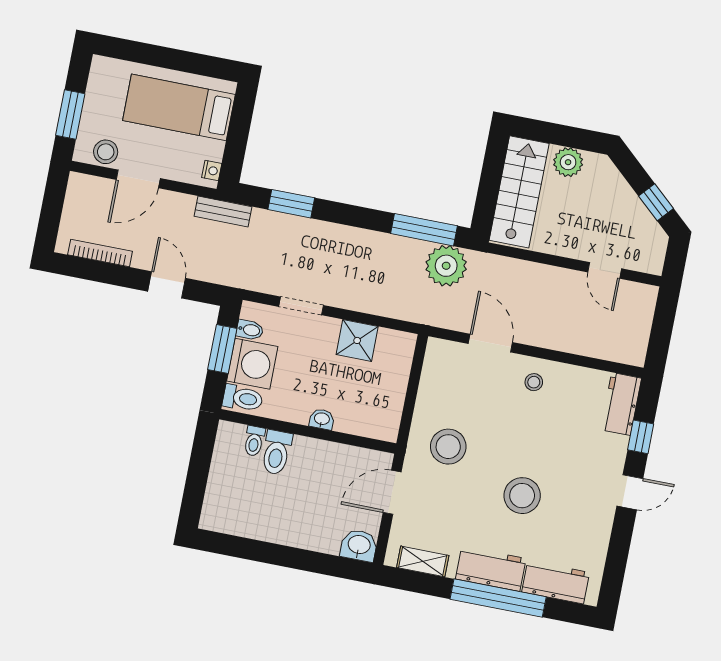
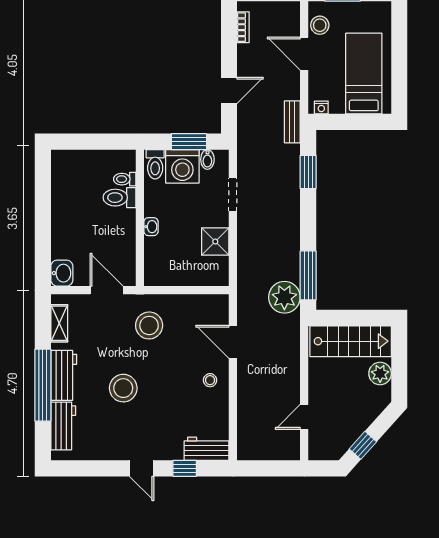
bookcase: (100, 253) -> (243, 27), width x0.64
door: (490, 343) -> (233, 342), swing flipped

